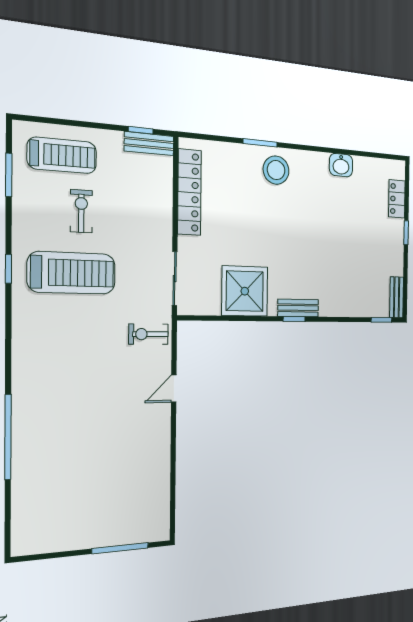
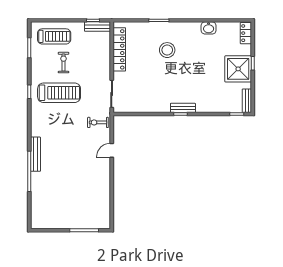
stool: (276, 170) -> (167, 50), moved
locker: (397, 199) -> (246, 33), moved
shower: (245, 291) -> (238, 69), moved
bench: (21, 400) -> (35, 154), added

